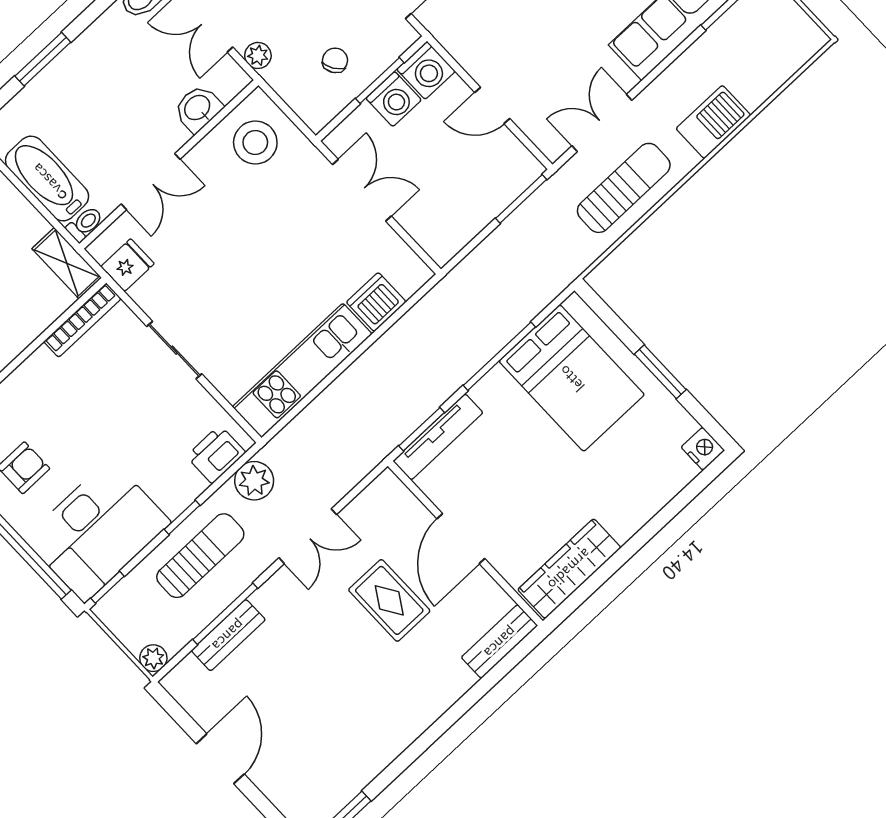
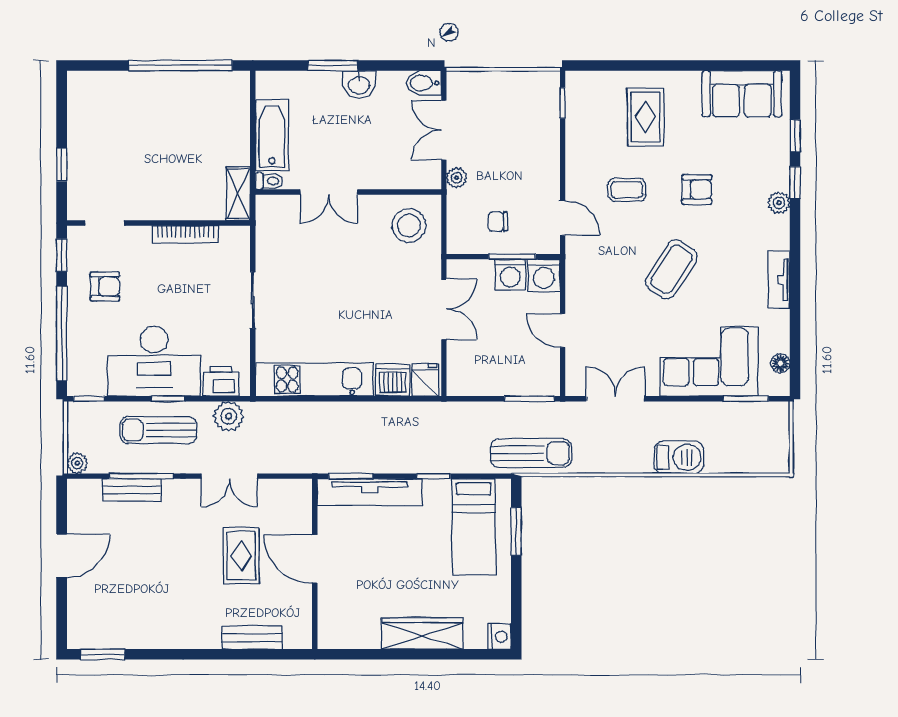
chair: (335, 60) -> (498, 221), turned -147
washbasin: (198, 108) -> (359, 84), moved, turned 180
sun lounger: (624, 188) -> (531, 453), moved
fridge: (127, 265) -> (425, 380), moved, turned -90
bookcase: (82, 320) -> (186, 234), moved
window: (499, 356) -> (433, 476), width x0.46
window: (660, 372) -> (516, 531), moved
bed: (572, 378) -> (474, 527), width x0.67
tv unit: (438, 437) -> (370, 492), width x1.36, depth x1.29
desk: (97, 531) -> (154, 361), moved
door: (461, 539) -> (315, 559), hinge flipped
sun lounger: (200, 556) -> (158, 430), turned 180
wardrobe: (569, 569) -> (422, 633), moved
bench: (500, 642) -> (252, 638), moved

